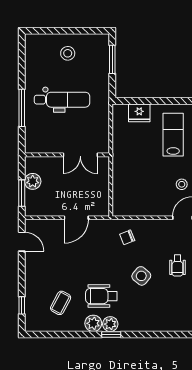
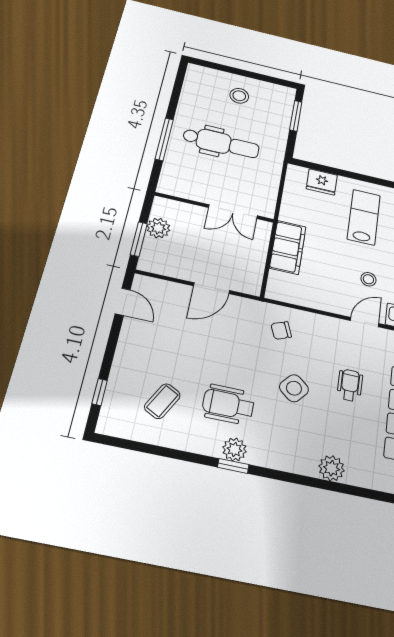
filing cabinet: (122, 173) -> (288, 247), added
wheelchair: (177, 266) -> (350, 385), turned 180
plant: (93, 323) -> (332, 468), moved

